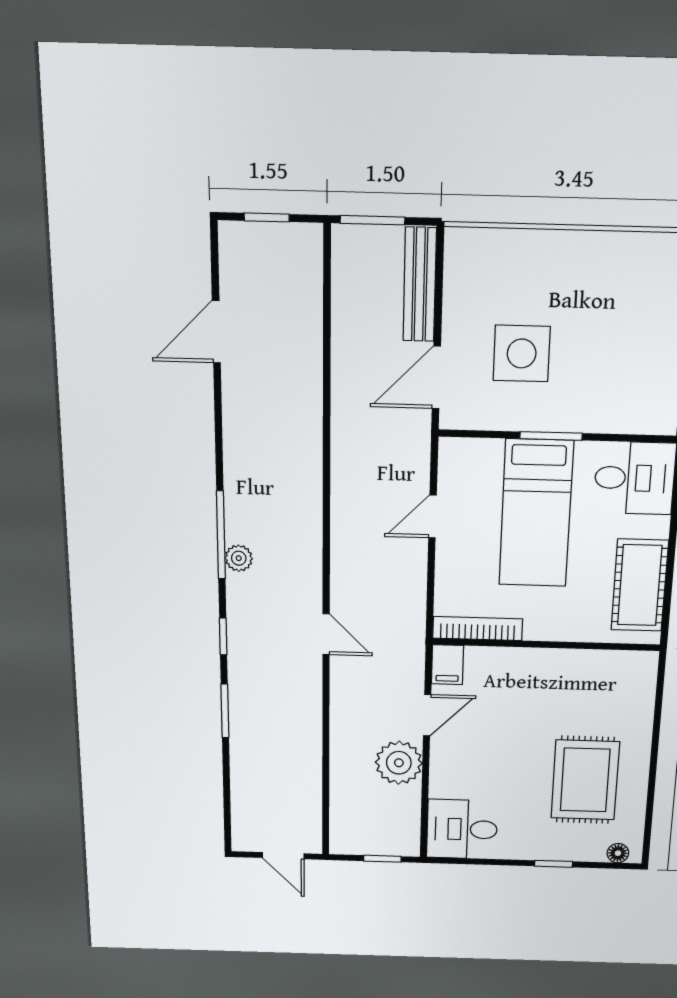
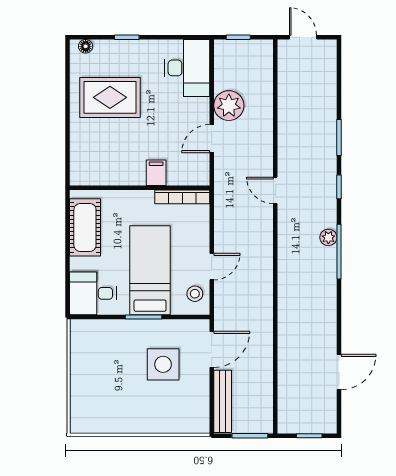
stool: (462, 473) -> (195, 294), added
filing cabinet: (447, 665) -> (156, 173), moved
rug: (585, 780) -> (110, 97), turned 90
desk: (462, 829) -> (187, 68), width x1.37

